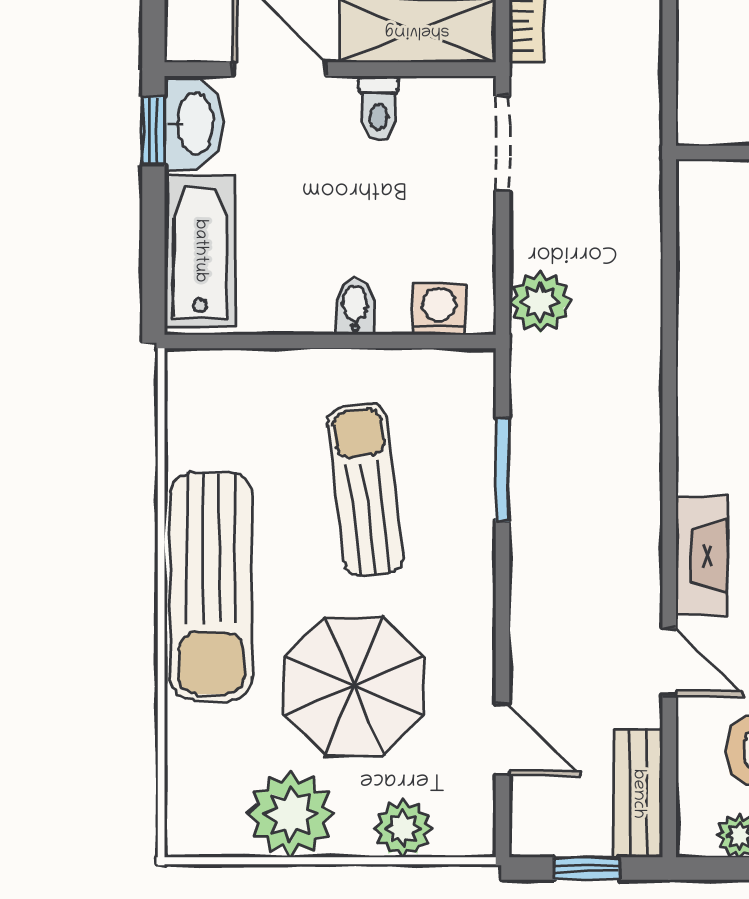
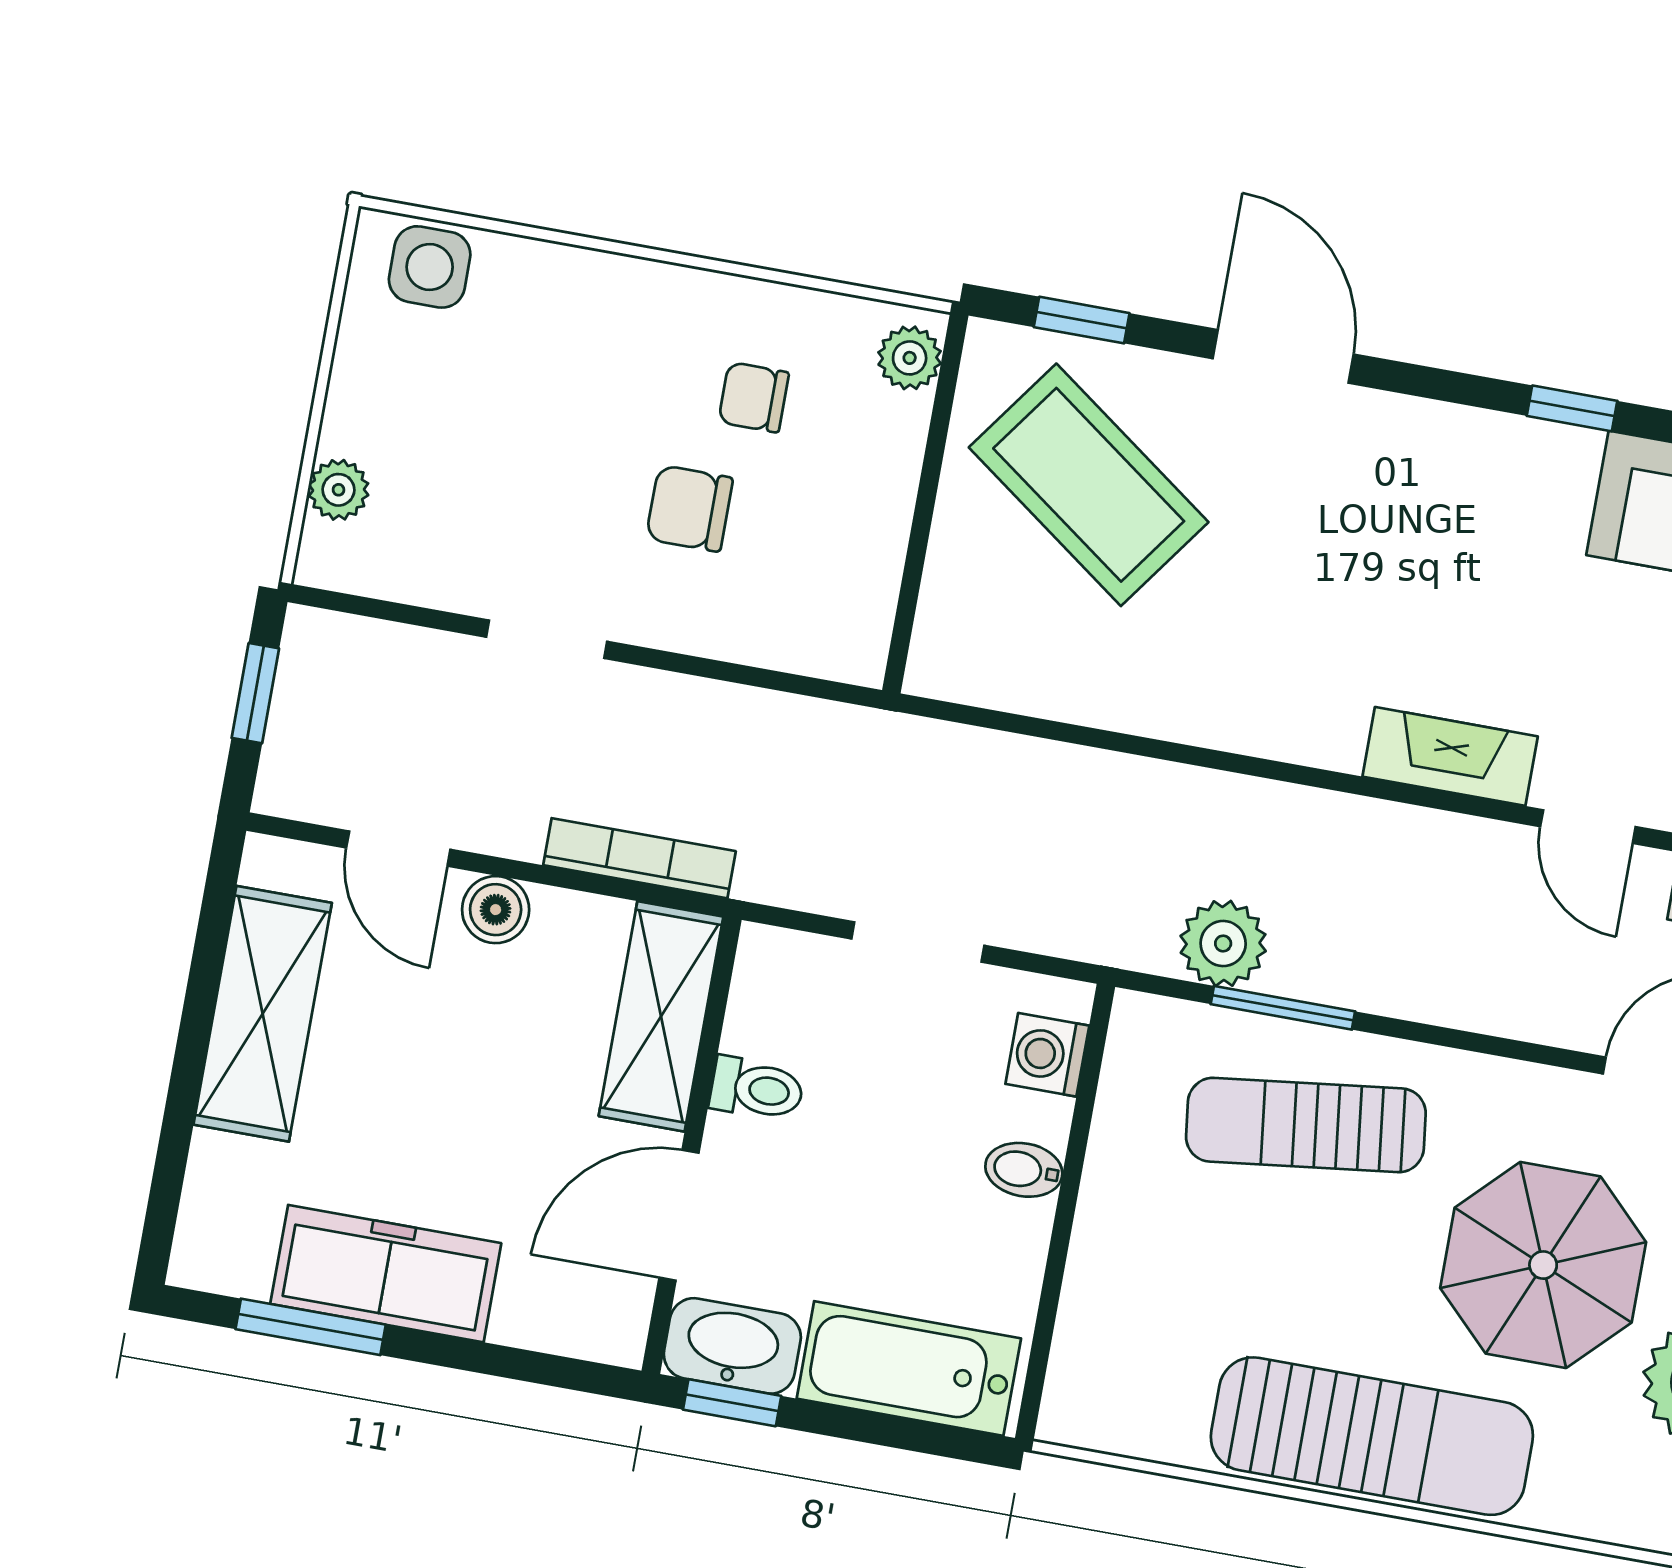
doorway: (503, 143) -> (918, 942), moved
plant: (540, 302) -> (1223, 944), moved
sun lounger: (365, 490) -> (1306, 1125), moved
door: (669, 662) -> (1588, 827), swing flipped

